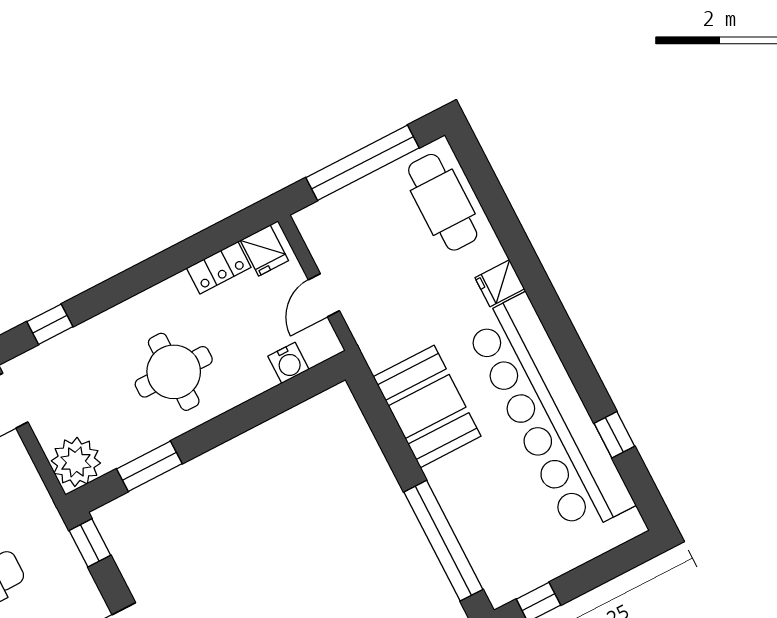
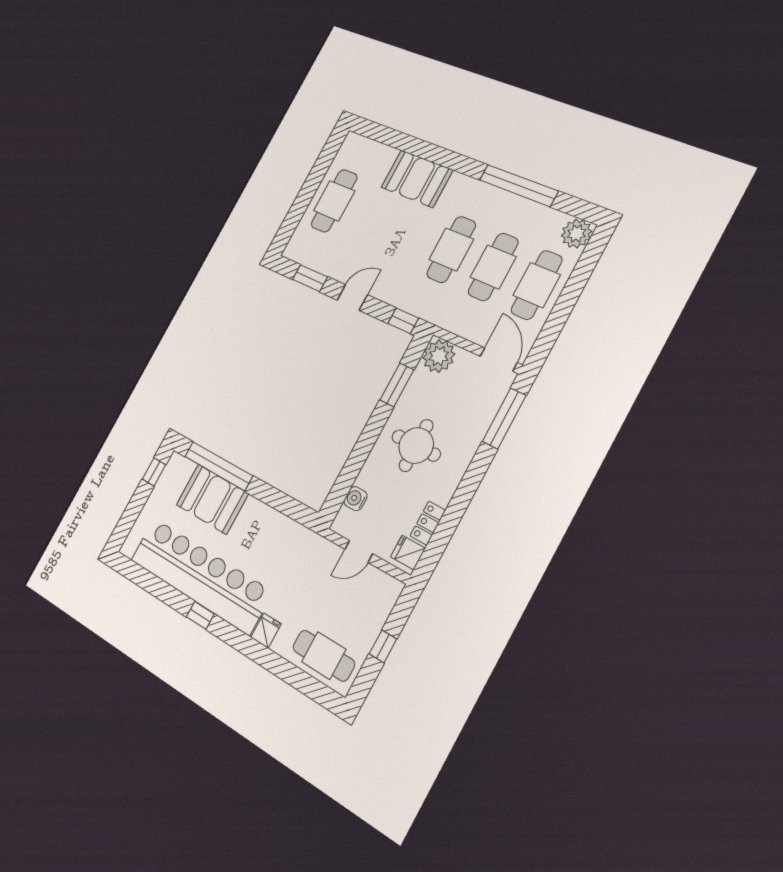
window: (363, 163) -> (383, 646), width x0.32
door: (324, 295) -> (359, 551), swing flipped
window: (50, 324) -> (504, 418), width x2.17
booth: (427, 406) -> (212, 499), moved
window: (614, 435) -> (200, 615), moved

